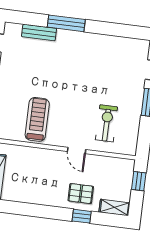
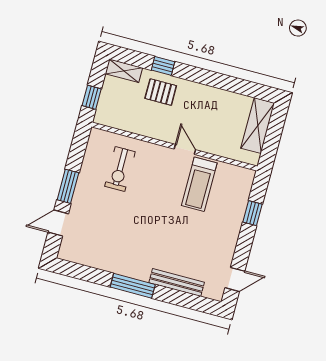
window: (66, 23) -> (133, 286), moved
bench: (39, 32) -> (177, 282), width x1.36
door: (77, 150) -> (185, 149), moved

